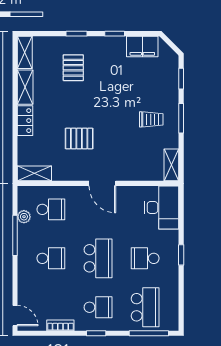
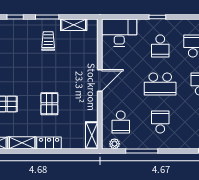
pallet: (79, 139) -> (49, 104), moved
shelving: (171, 165) -> (74, 25), moved
school desk: (51, 209) -> (121, 122), turned 180
plant: (24, 217) -> (115, 144), moved
school desk: (98, 258) -> (160, 84), turned 180

